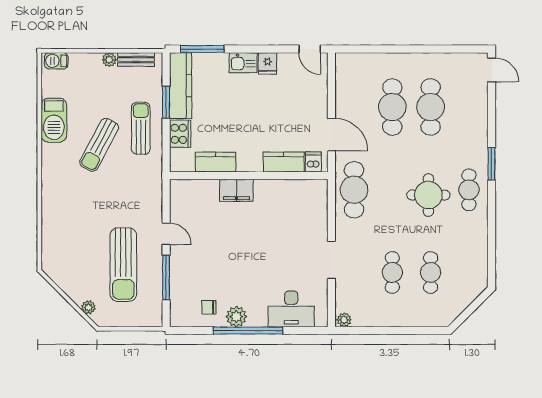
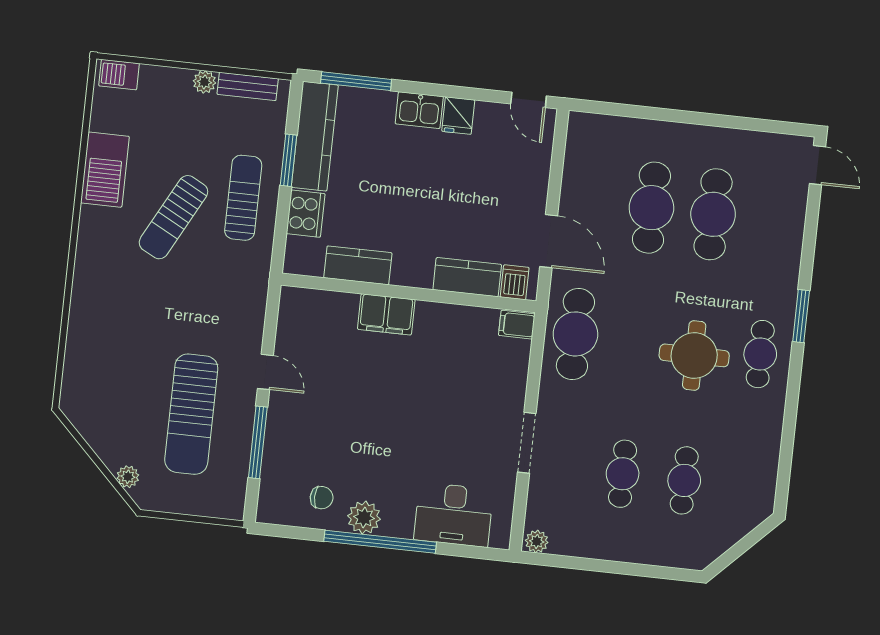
filing cabinet: (317, 188) -> (517, 325), added
chair: (209, 307) -> (322, 498), turned 180

